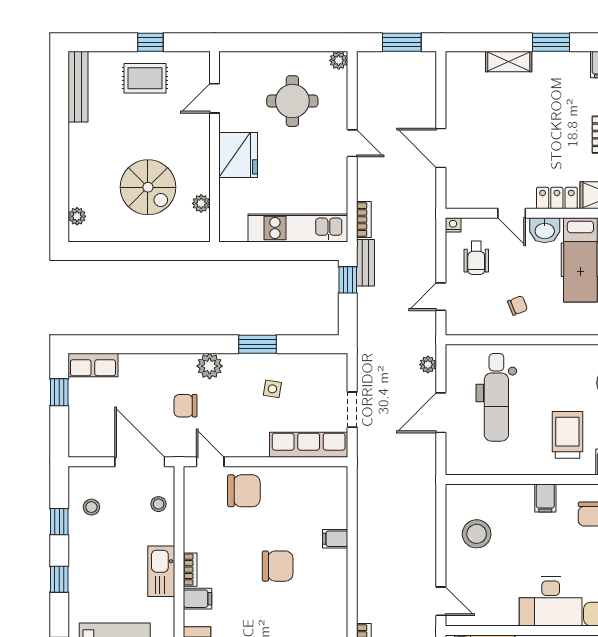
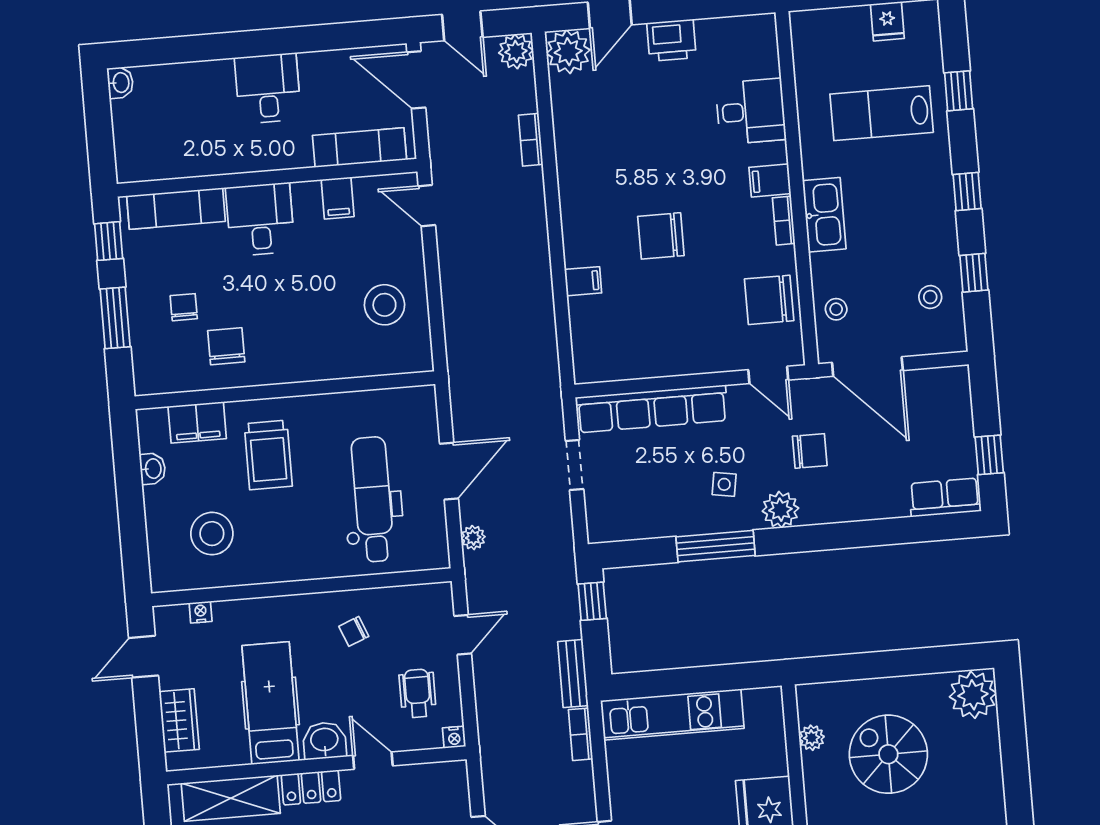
plant: (77, 216) -> (973, 695), width x1.88, depth x1.88
window: (348, 280) -> (592, 601), moved
window: (257, 344) -> (716, 546), width x1.44
side table: (272, 389) -> (724, 484), moved
row of seats: (309, 445) -> (652, 409), width x1.36
chair: (244, 491) -> (769, 300), moved
filing cabinet: (545, 498) -> (338, 198), moved, turned 180
desk: (551, 601) -> (260, 219), width x0.73

